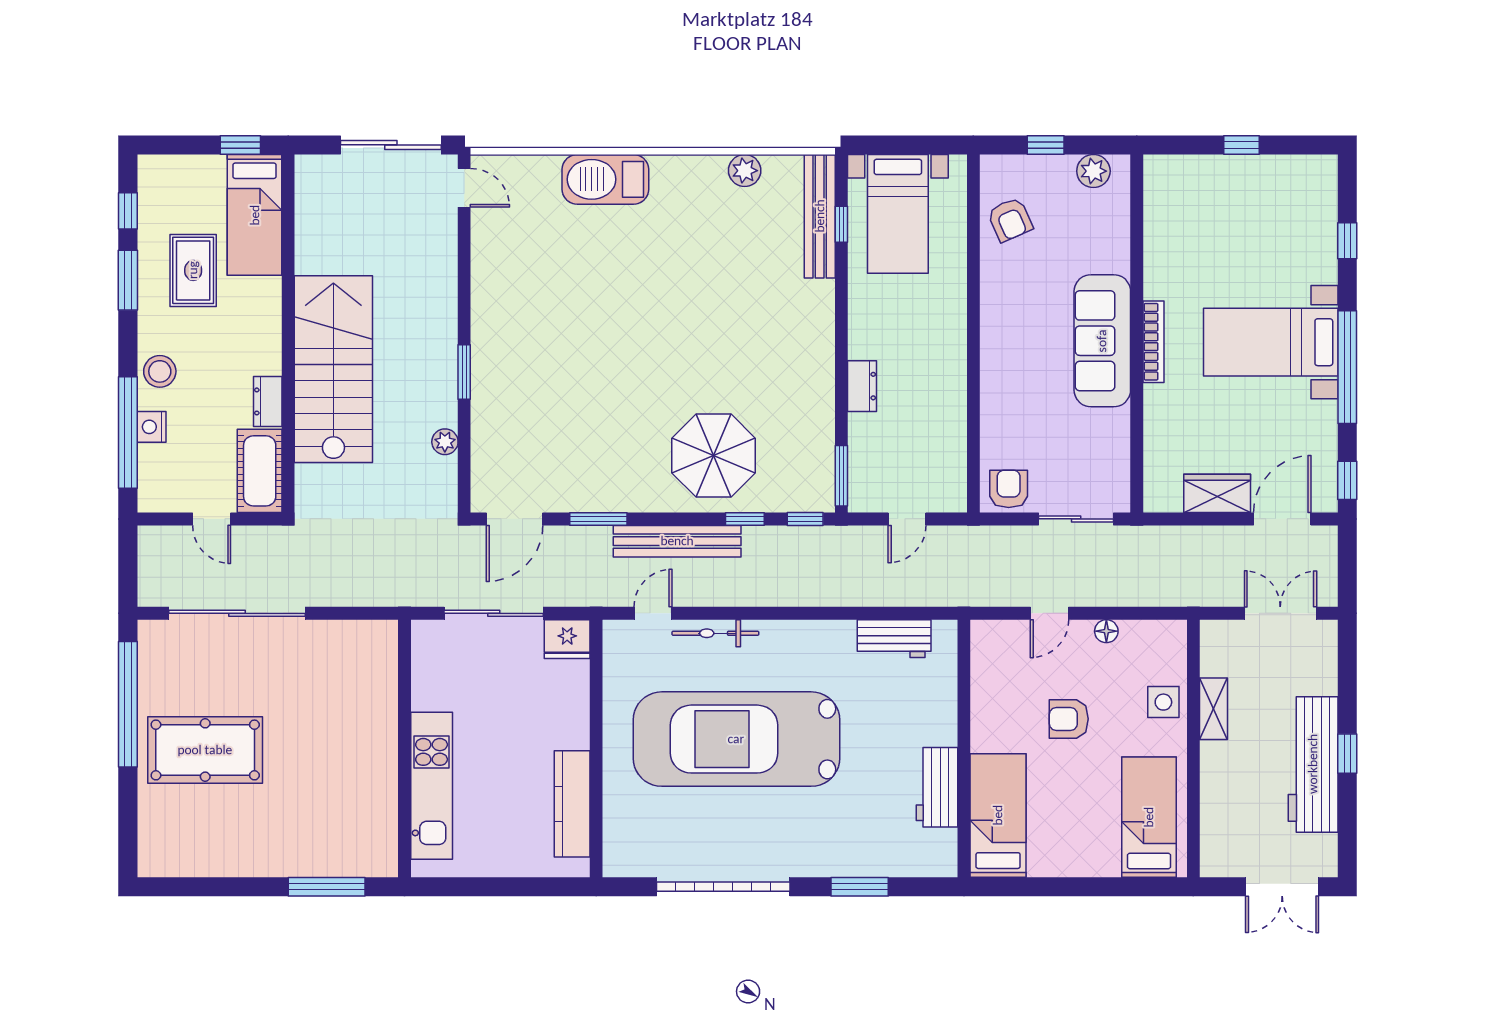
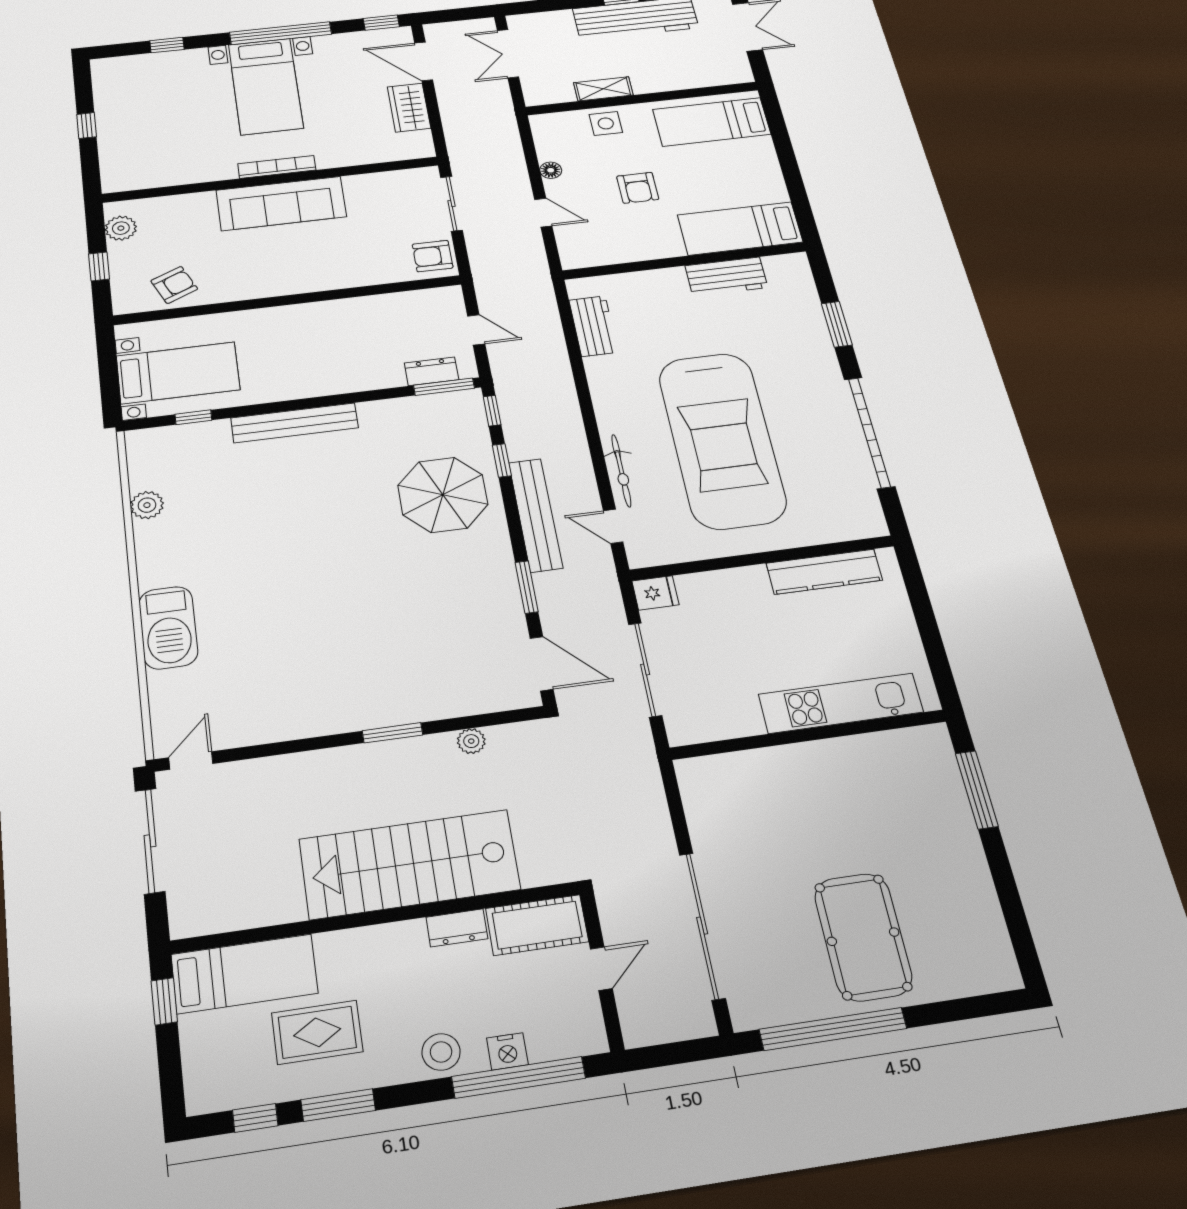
bench: (820, 216) -> (295, 423), moved
dresser: (862, 386) -> (432, 371), moved
fridge: (567, 639) -> (655, 593), width x0.72

